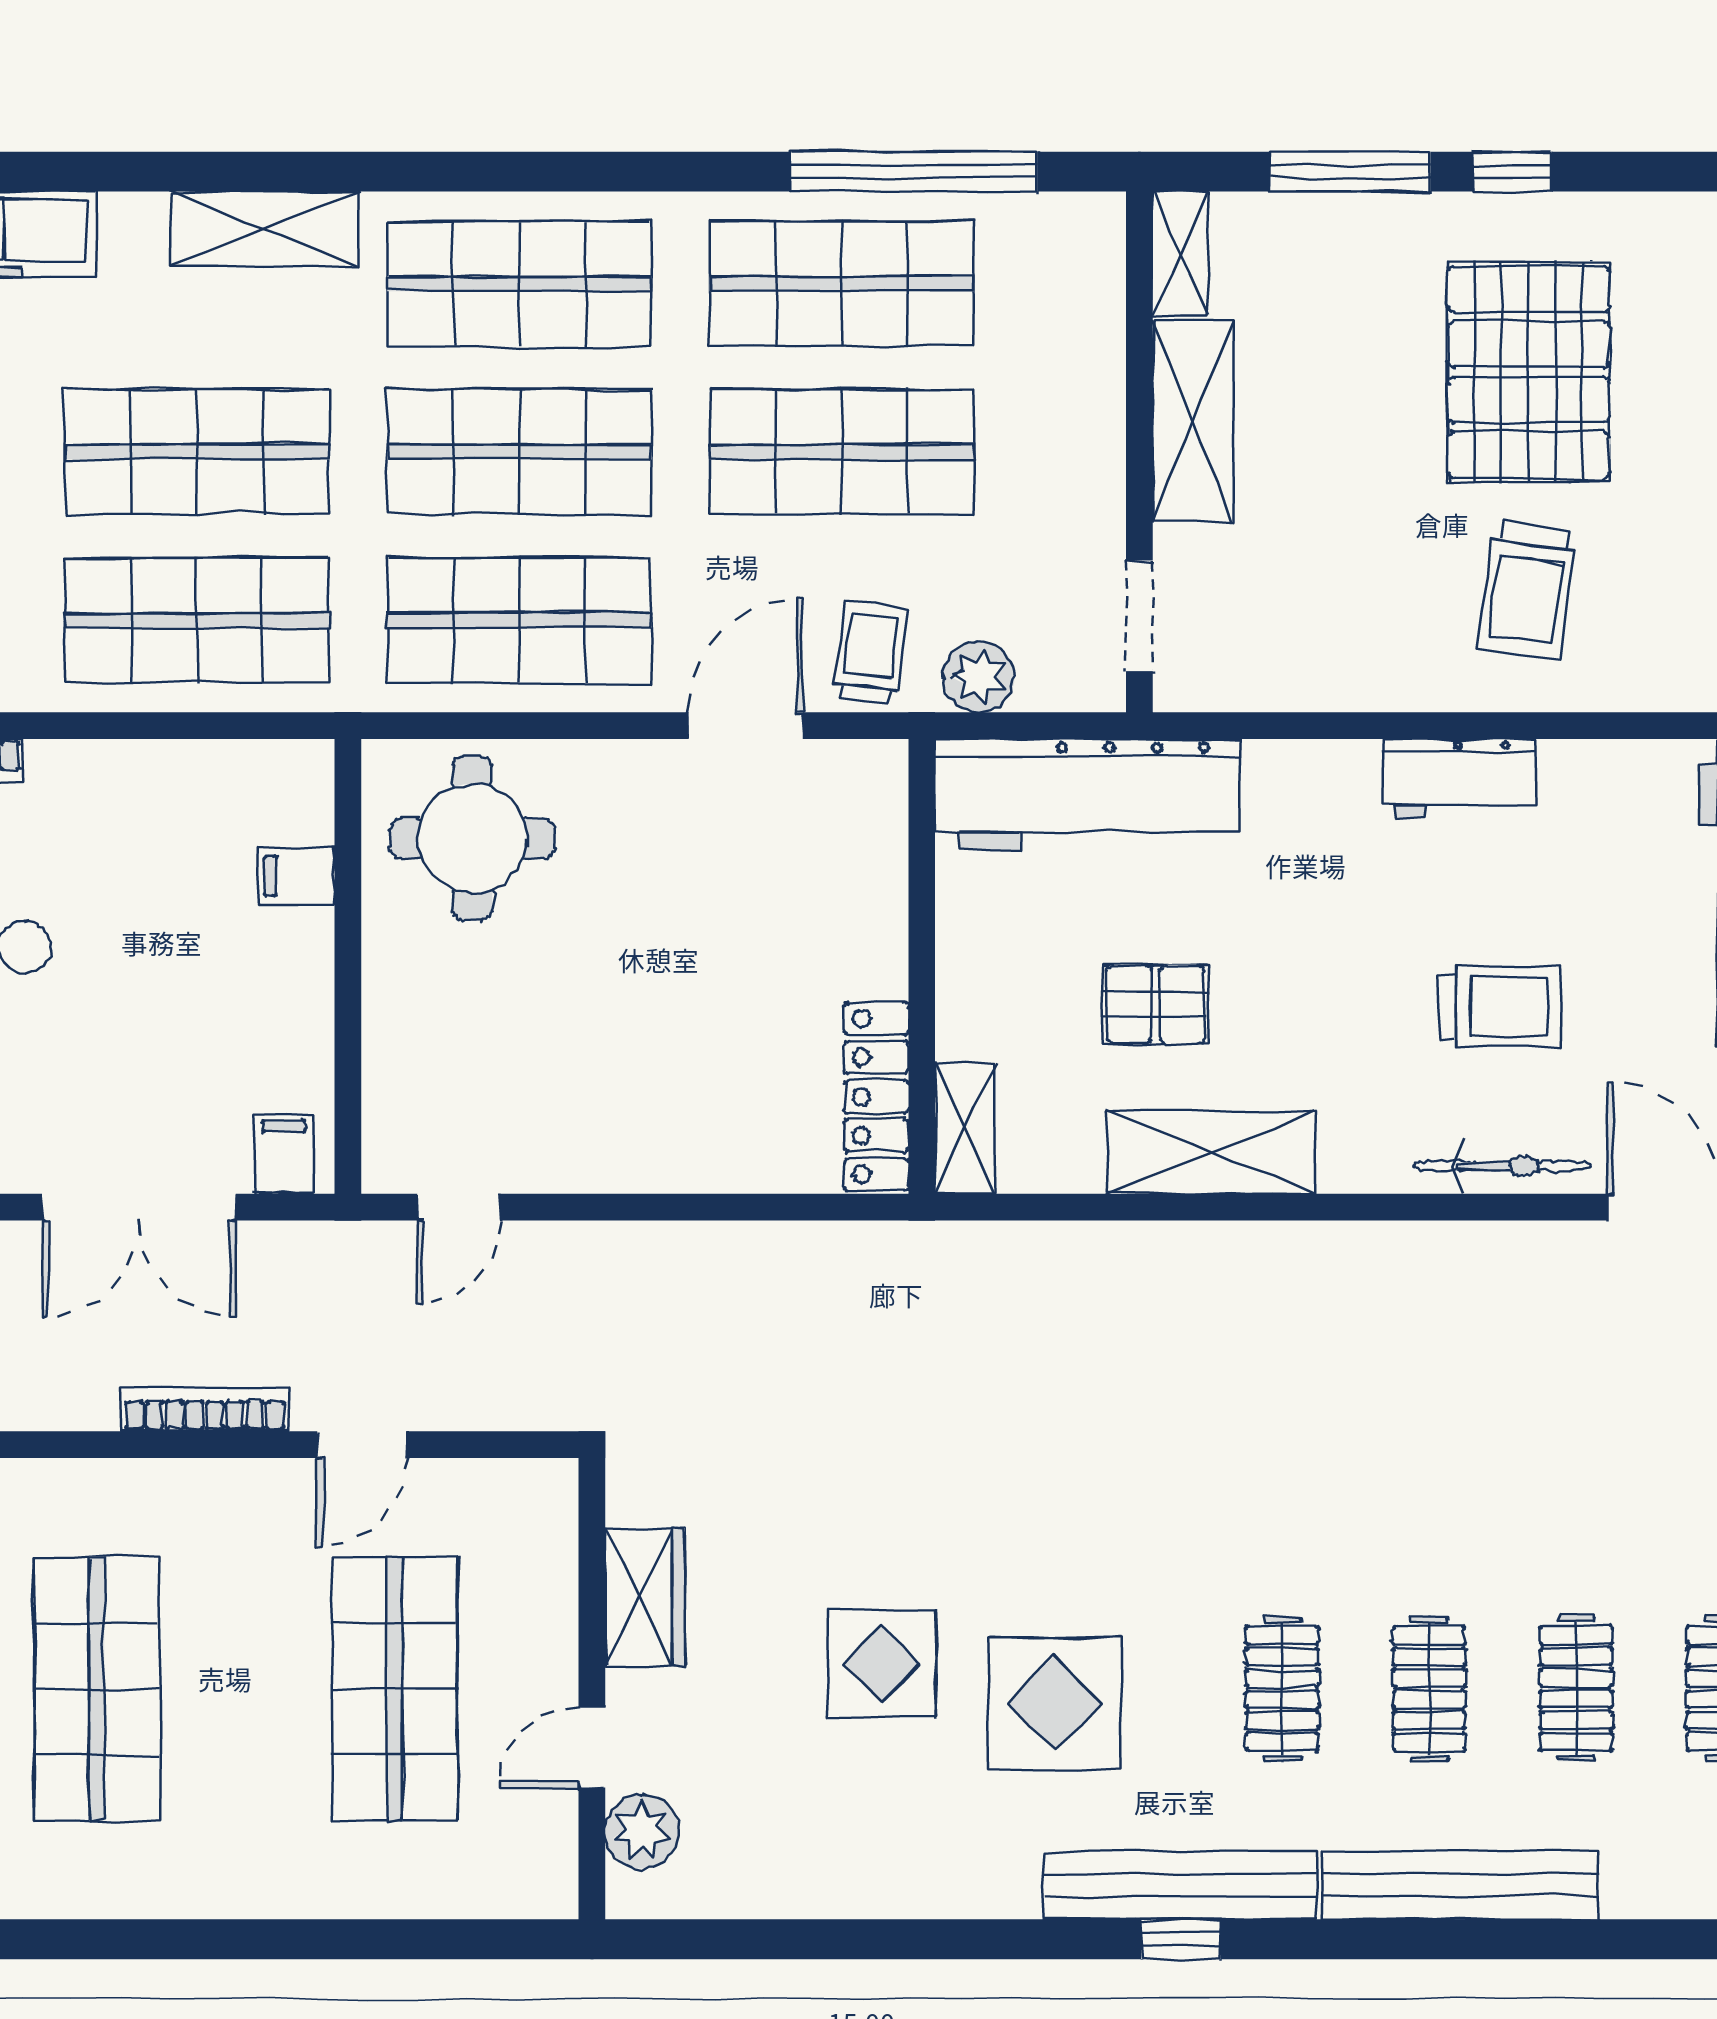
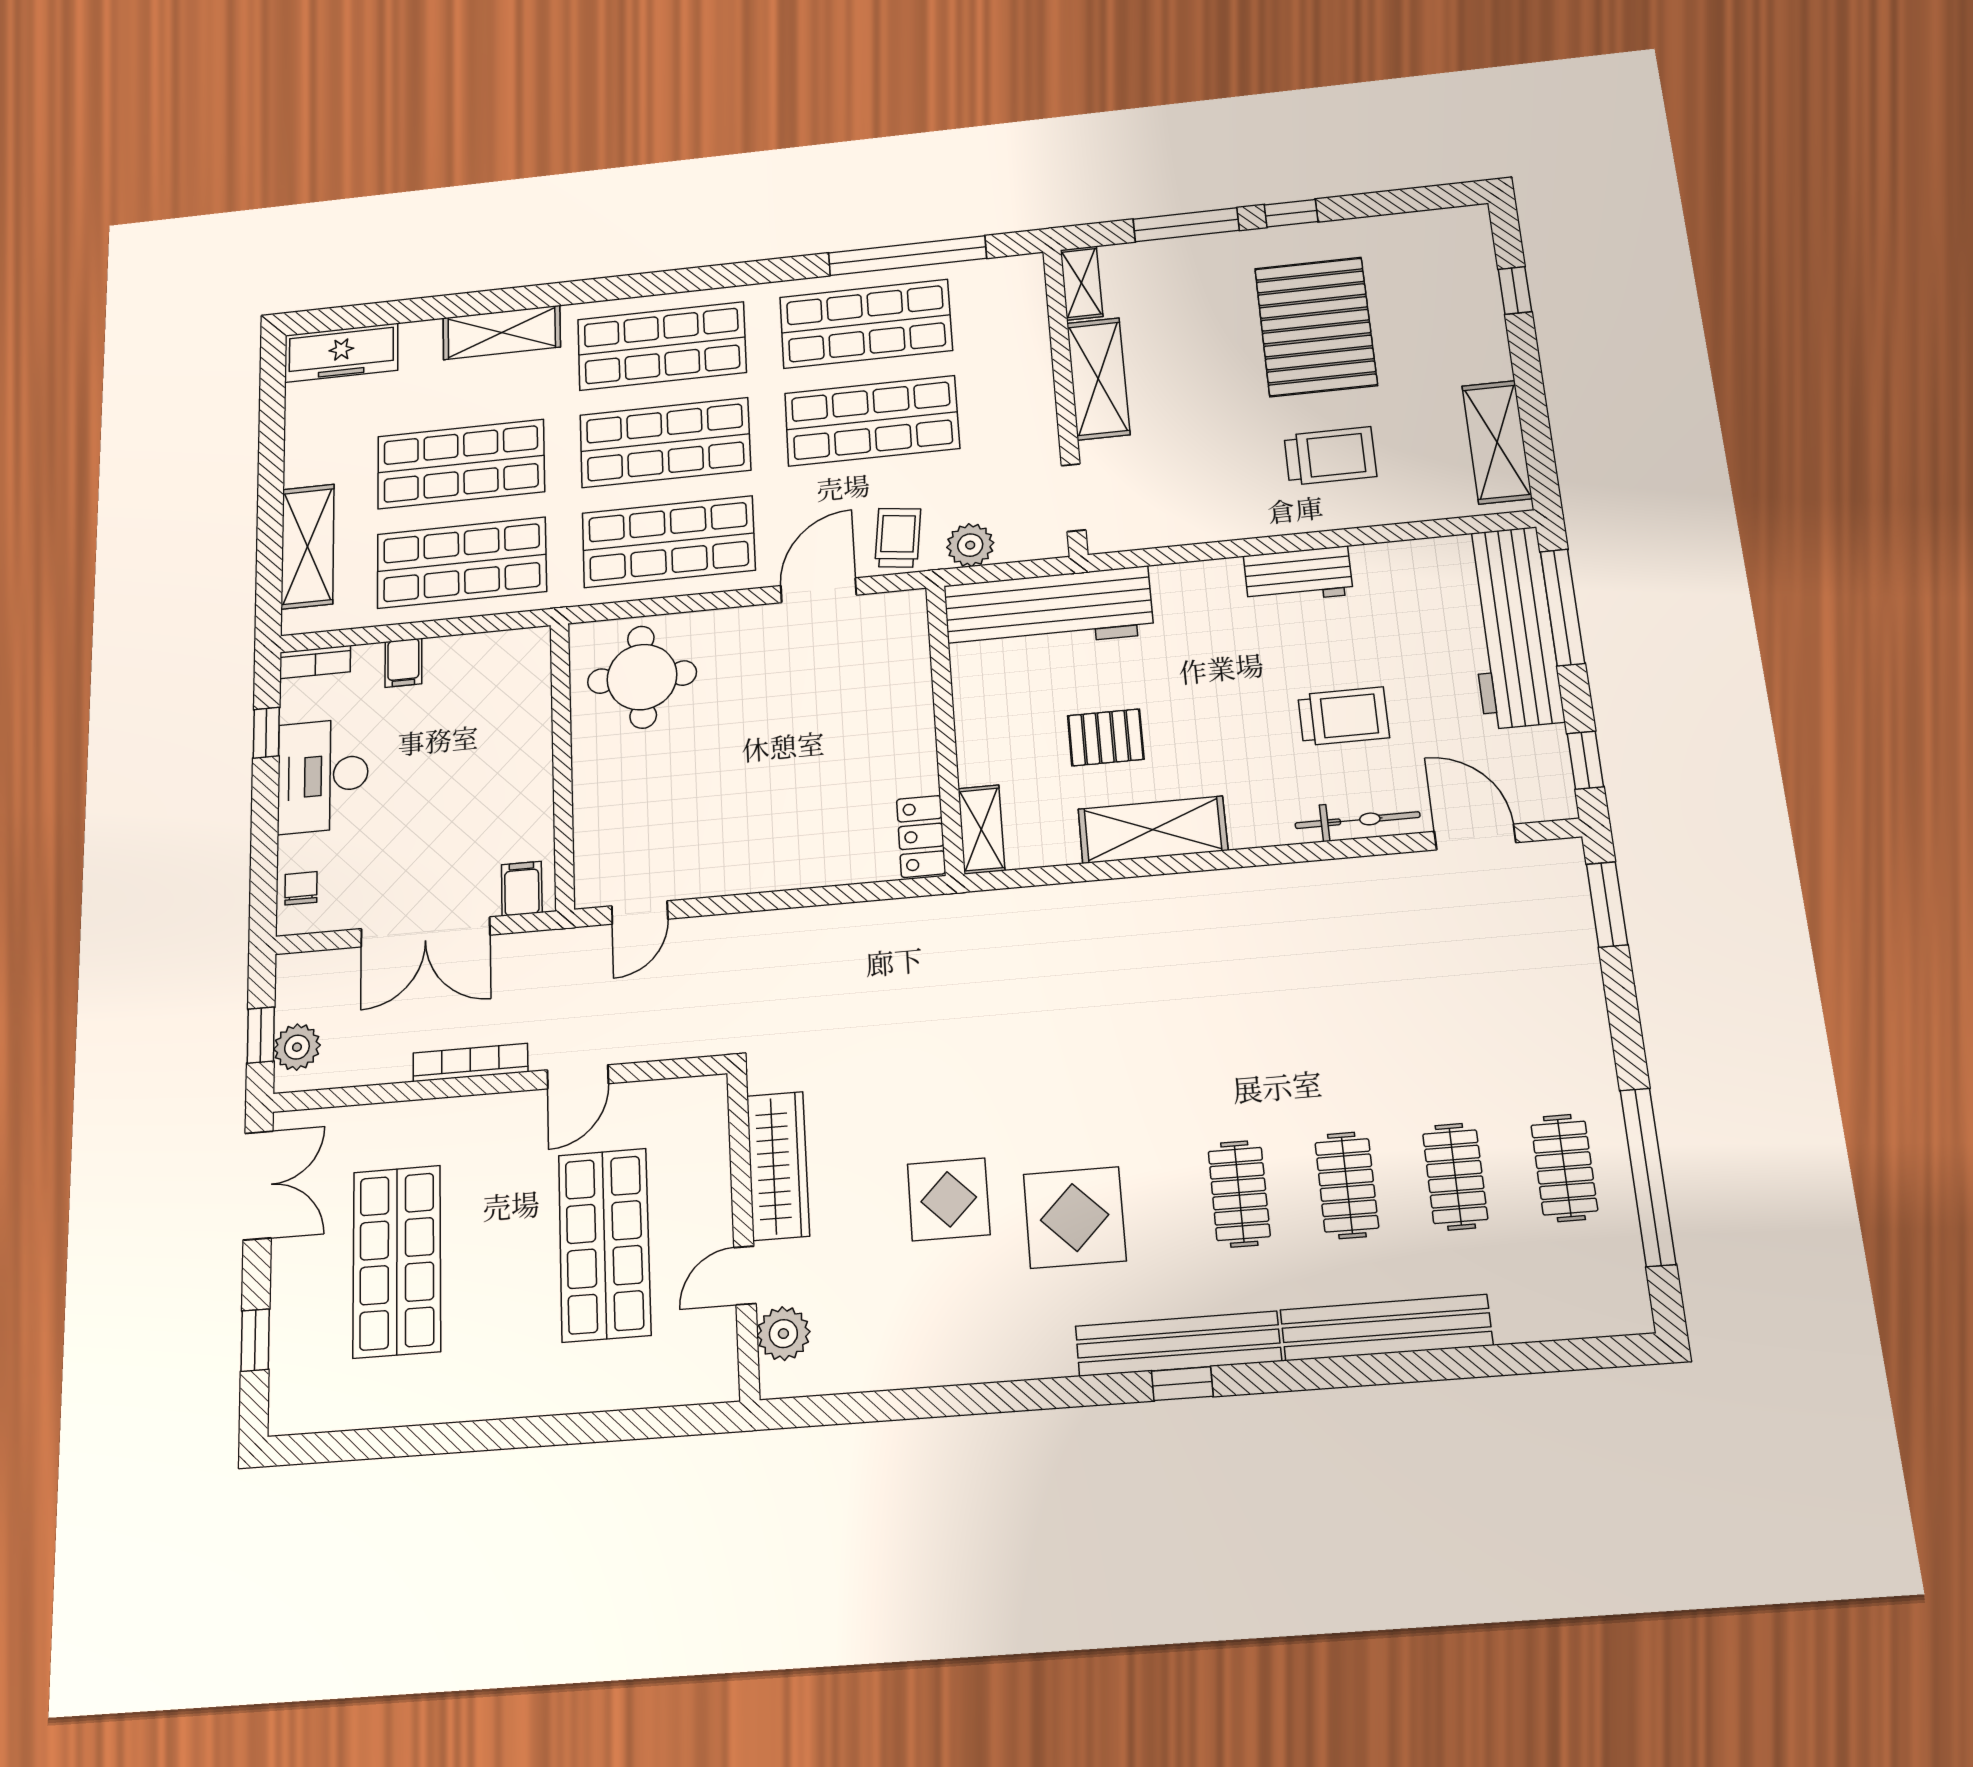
trolley: (1527, 590) -> (1330, 456), turned -98
filing cabinet: (297, 876) -> (403, 663), moved, turned -90
locker: (876, 1097) -> (921, 836), width x0.66
wardrobe: (645, 1597) -> (778, 1166), width x1.50

